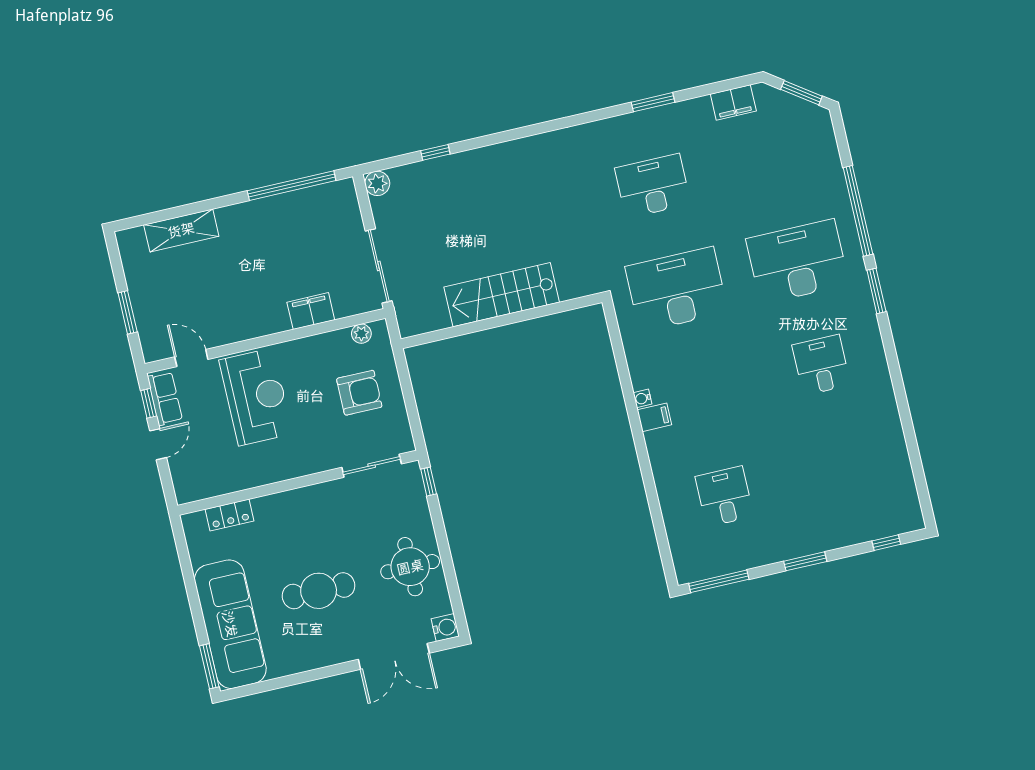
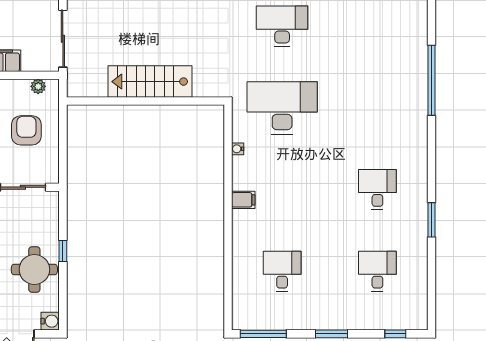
desk: (797, 261) -> (377, 271), moved, width x0.53, depth x0.77
window: (876, 291) -> (432, 220), moved
armchair: (359, 393) -> (26, 130), turned -90
water cooler: (642, 398) -> (238, 149), moved
window: (429, 482) -> (63, 251), moved

